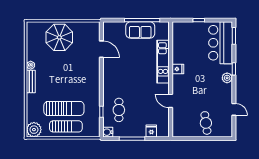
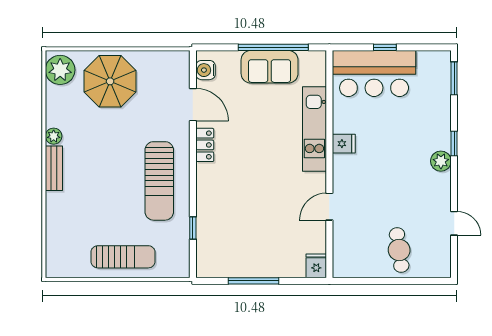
bar counter: (221, 43) -> (374, 73), moved, turned -90
locker: (107, 70) -> (205, 145), added
door: (171, 101) -> (329, 207), hinge flipped
sun lounger: (64, 108) -> (159, 181), moved, turned 90
cafe table: (119, 110) -> (228, 224), removed
plant: (34, 130) -> (60, 70), moved
fridge: (151, 131) -> (316, 266), moved
water cooler: (108, 132) -> (205, 70), moved

